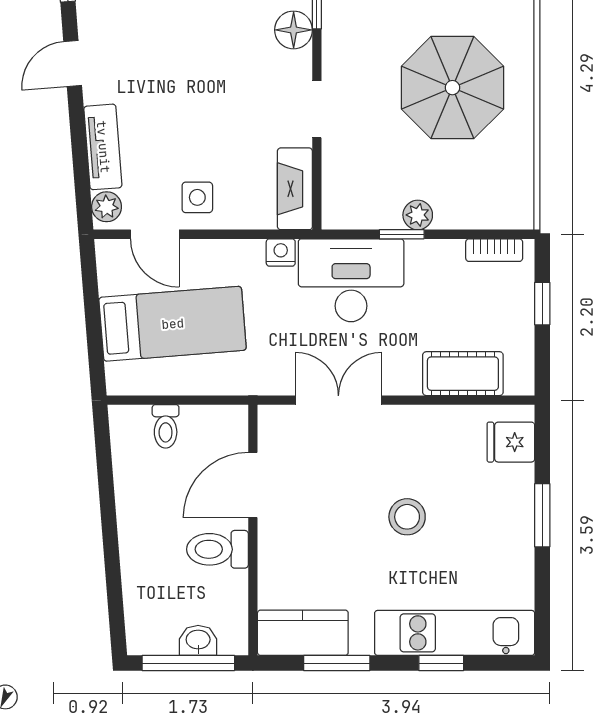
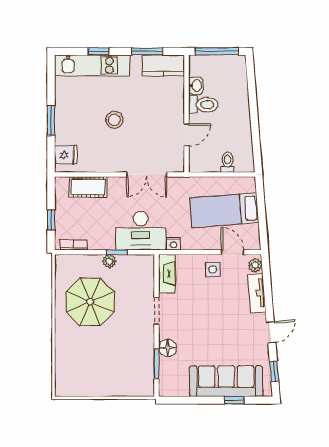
parasol: (452, 88) -> (90, 302), moved
door: (253, 485) -> (187, 135), width x0.73
washbasin: (198, 640) -> (196, 86), moved, turned -90

